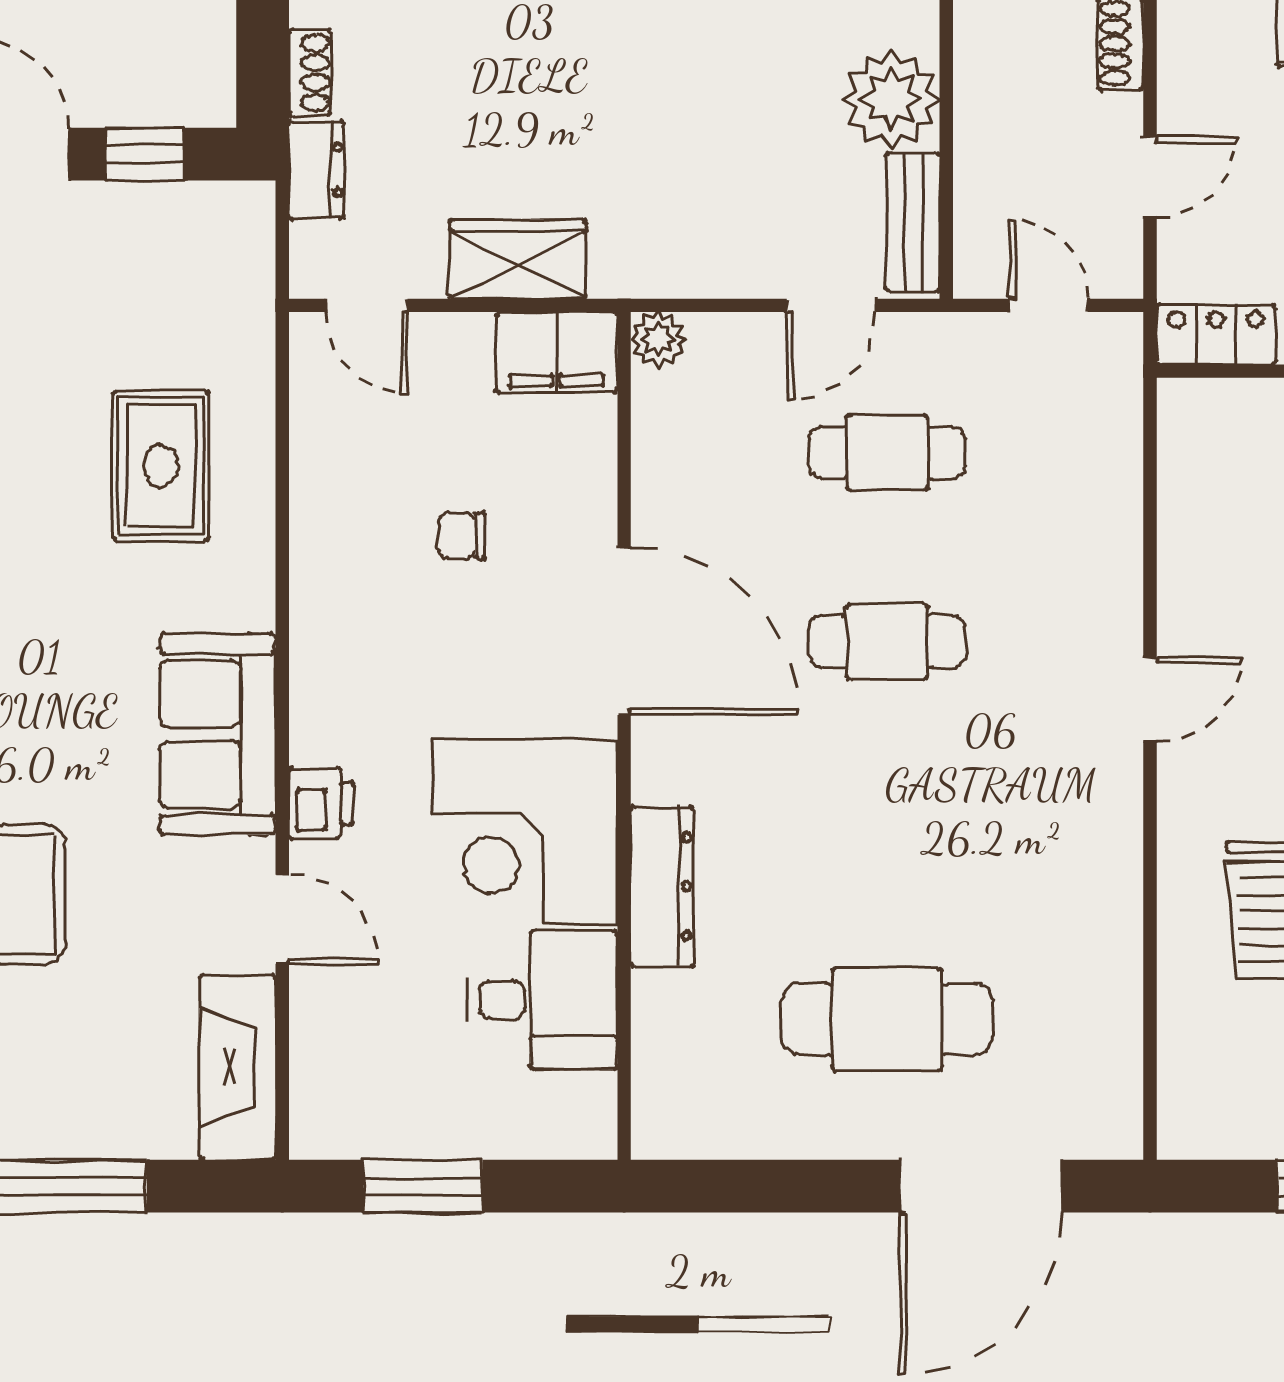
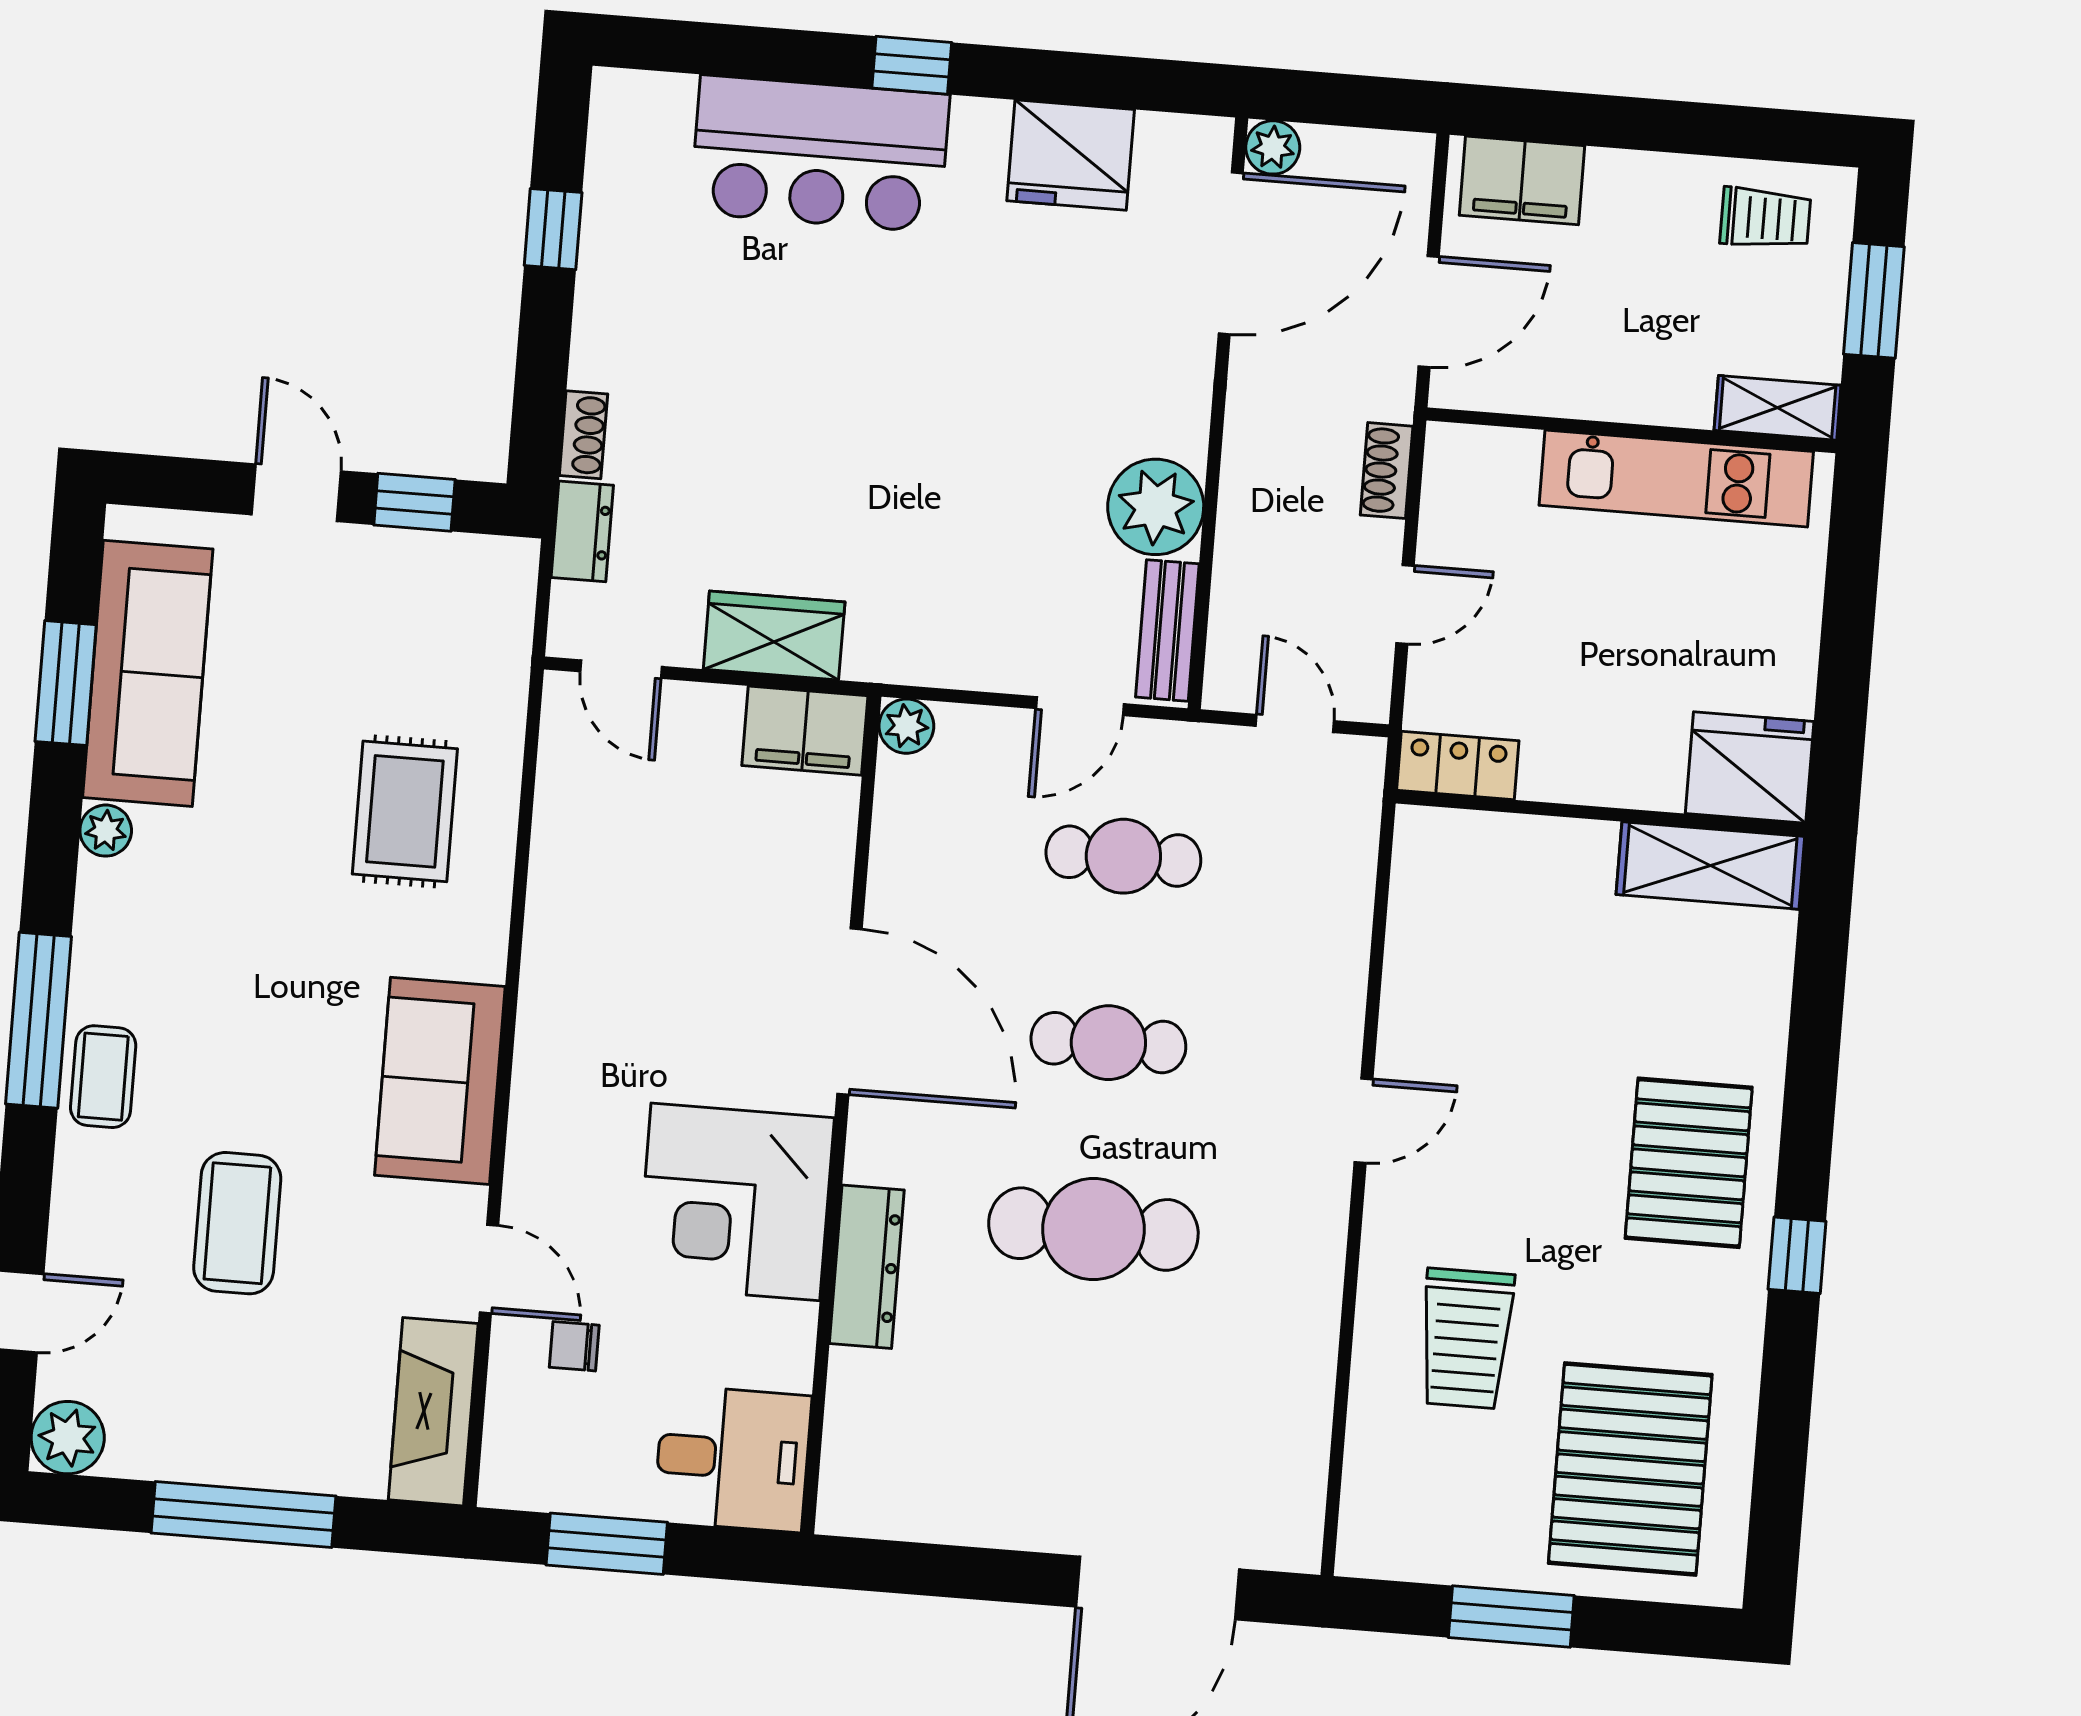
chair: (461, 536) -> (574, 1346), moved
printer: (321, 803) -> (537, 1157), removed
desk: (543, 1000) -> (732, 1459), moved
cafe table: (887, 1019) -> (1093, 1229), moved

